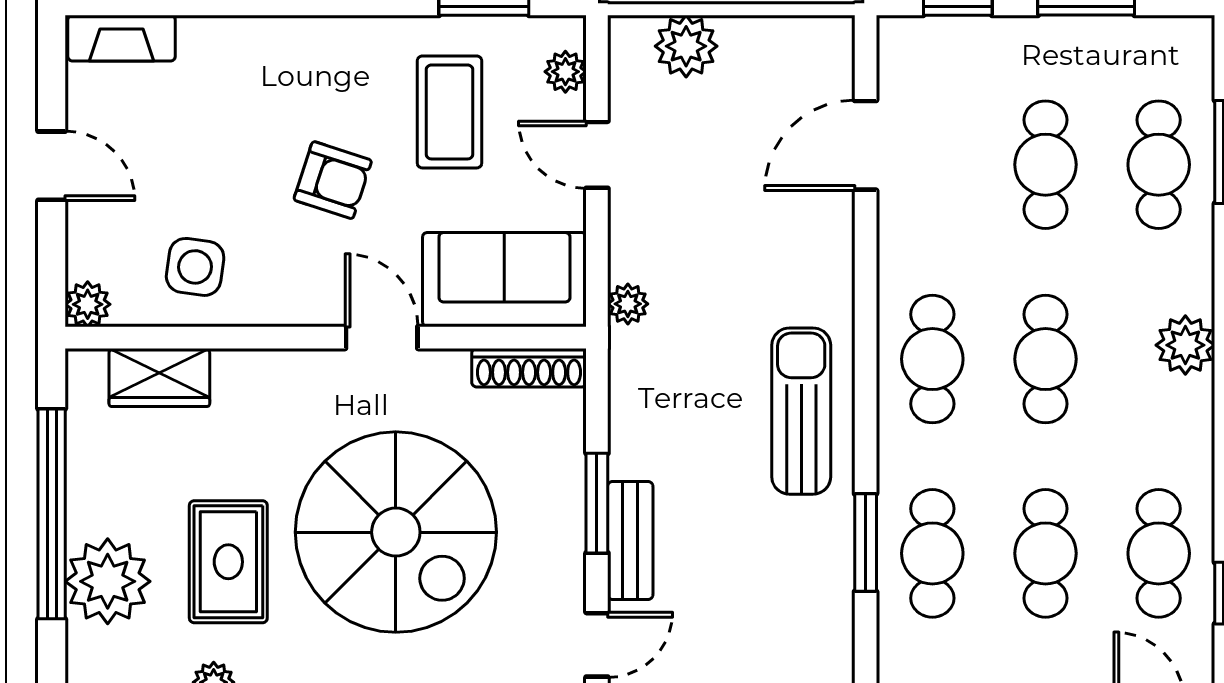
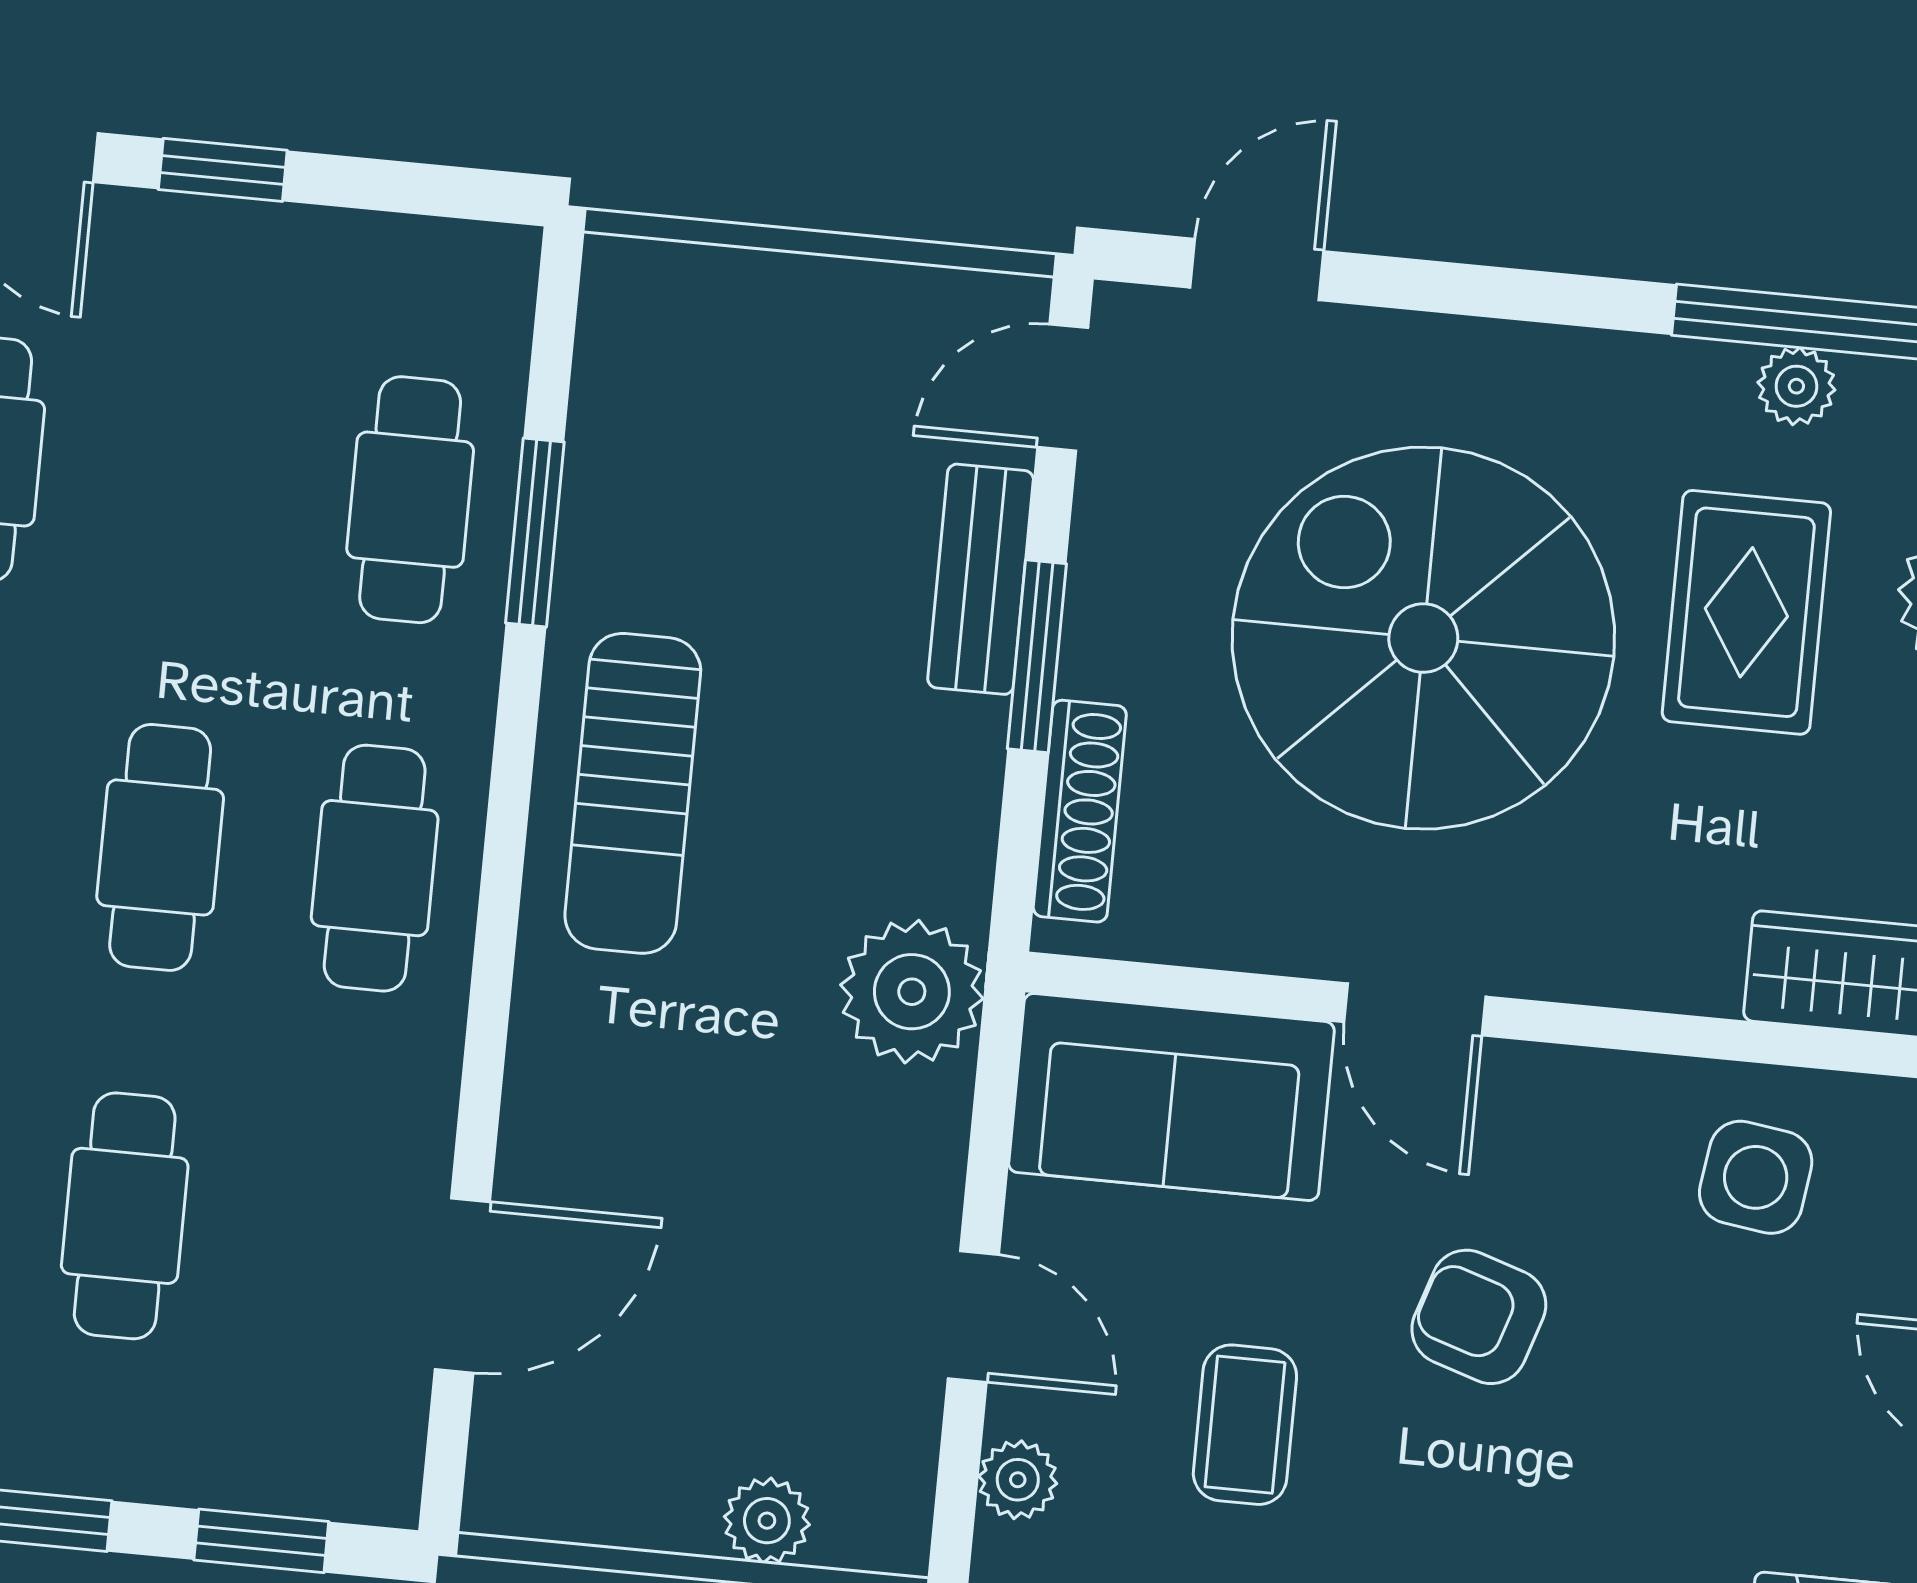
plant: (686, 46) -> (767, 1521), width x0.73, depth x0.73
coffee table: (450, 112) -> (1245, 1425), width x0.73, depth x0.77
plant: (628, 304) -> (912, 992), width x1.87, depth x1.87
shoe rack: (529, 368) -> (1080, 811), moved, turned 90
cafe table: (1045, 553) -> (196, 479), removed

